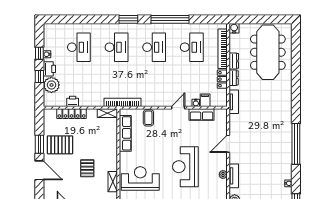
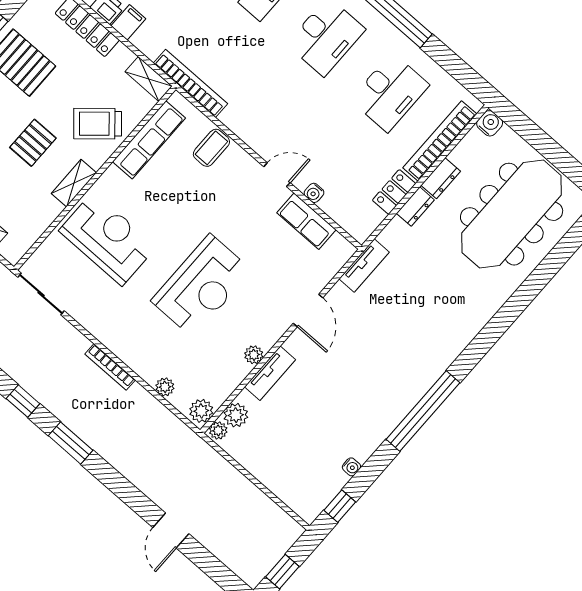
filing cabinet: (205, 100) -> (128, 22), moved
tv unit: (234, 102) -> (364, 265), moved
trolley: (103, 143) -> (98, 124), added
door: (228, 144) -> (308, 311), swing flipped
reception desk: (185, 167) -> (202, 286), turned 180
shelving: (113, 182) -> (74, 183), moved

